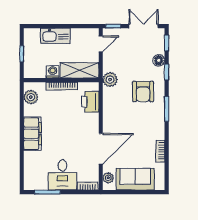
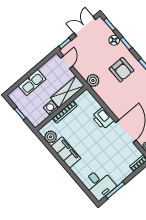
printer: (90, 102) -> (103, 118), moved
filing cabinet: (32, 134) -> (66, 152), moved
desk: (62, 175) -> (99, 184), moved

